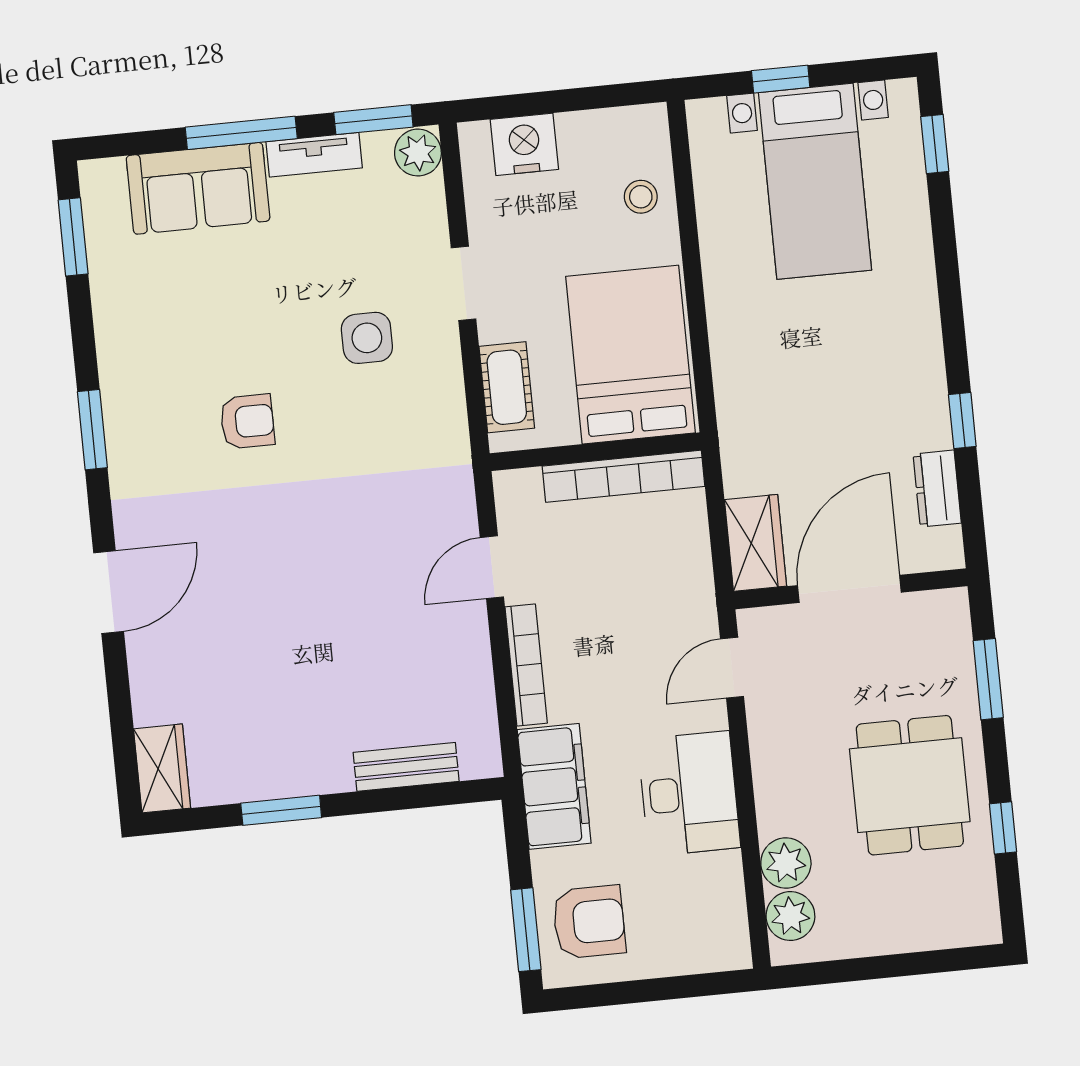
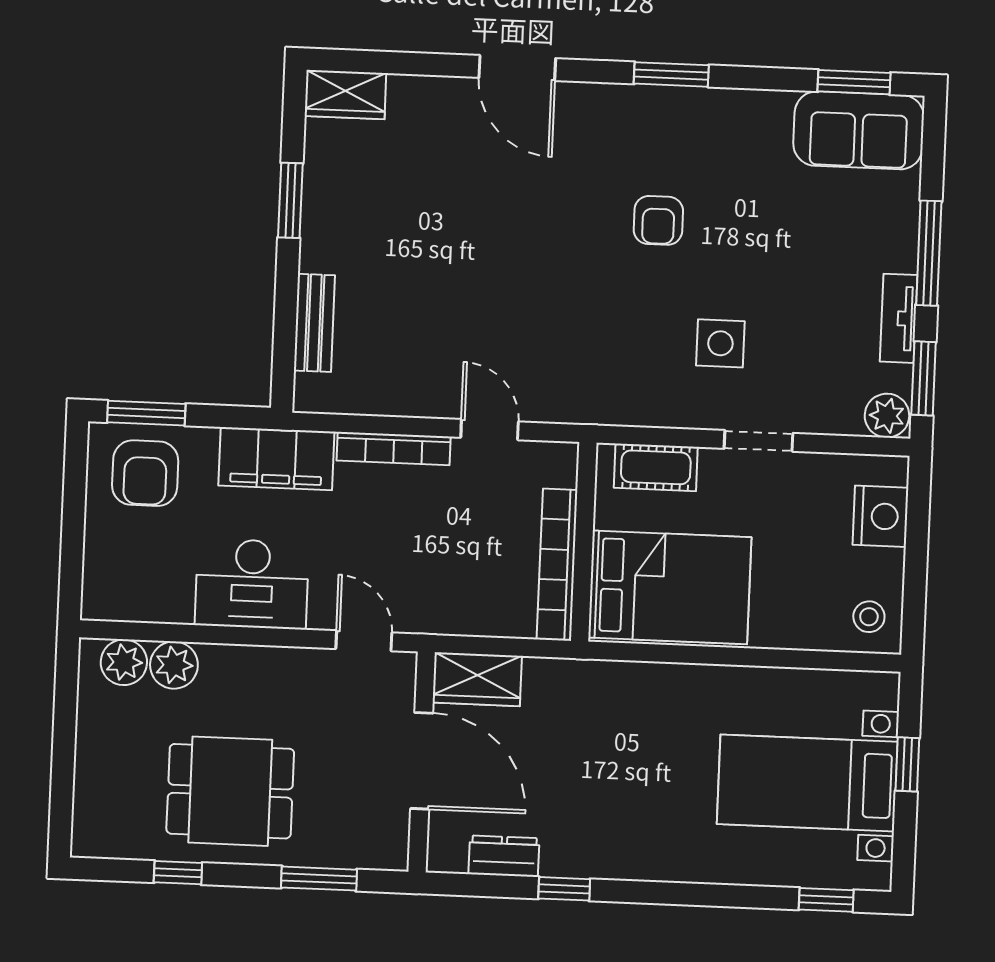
sofa: (198, 188) -> (859, 130), moved, turned -90
stool: (641, 197) -> (869, 617), moved

